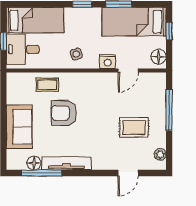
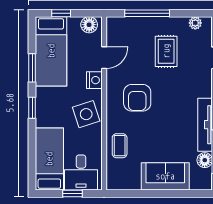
side table: (76, 54) -> (86, 114), width x1.87, depth x1.87
door: (128, 70) -> (104, 58), hinge flipped
armchair: (64, 113) -> (137, 98), moved

